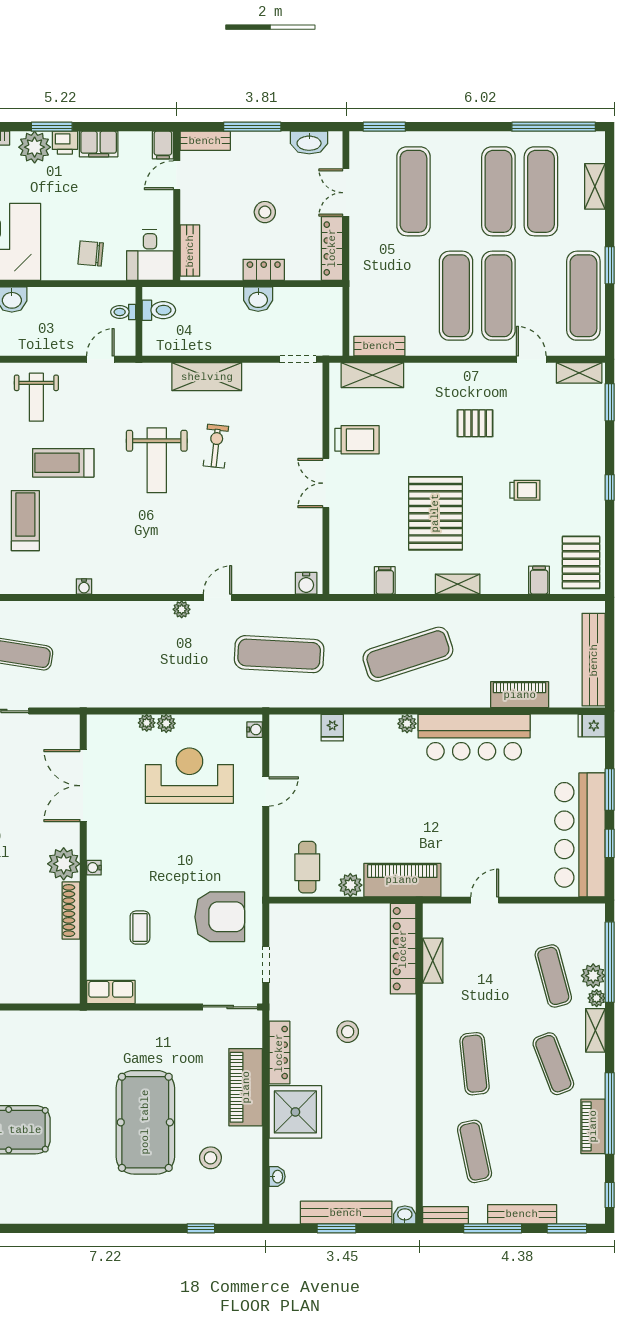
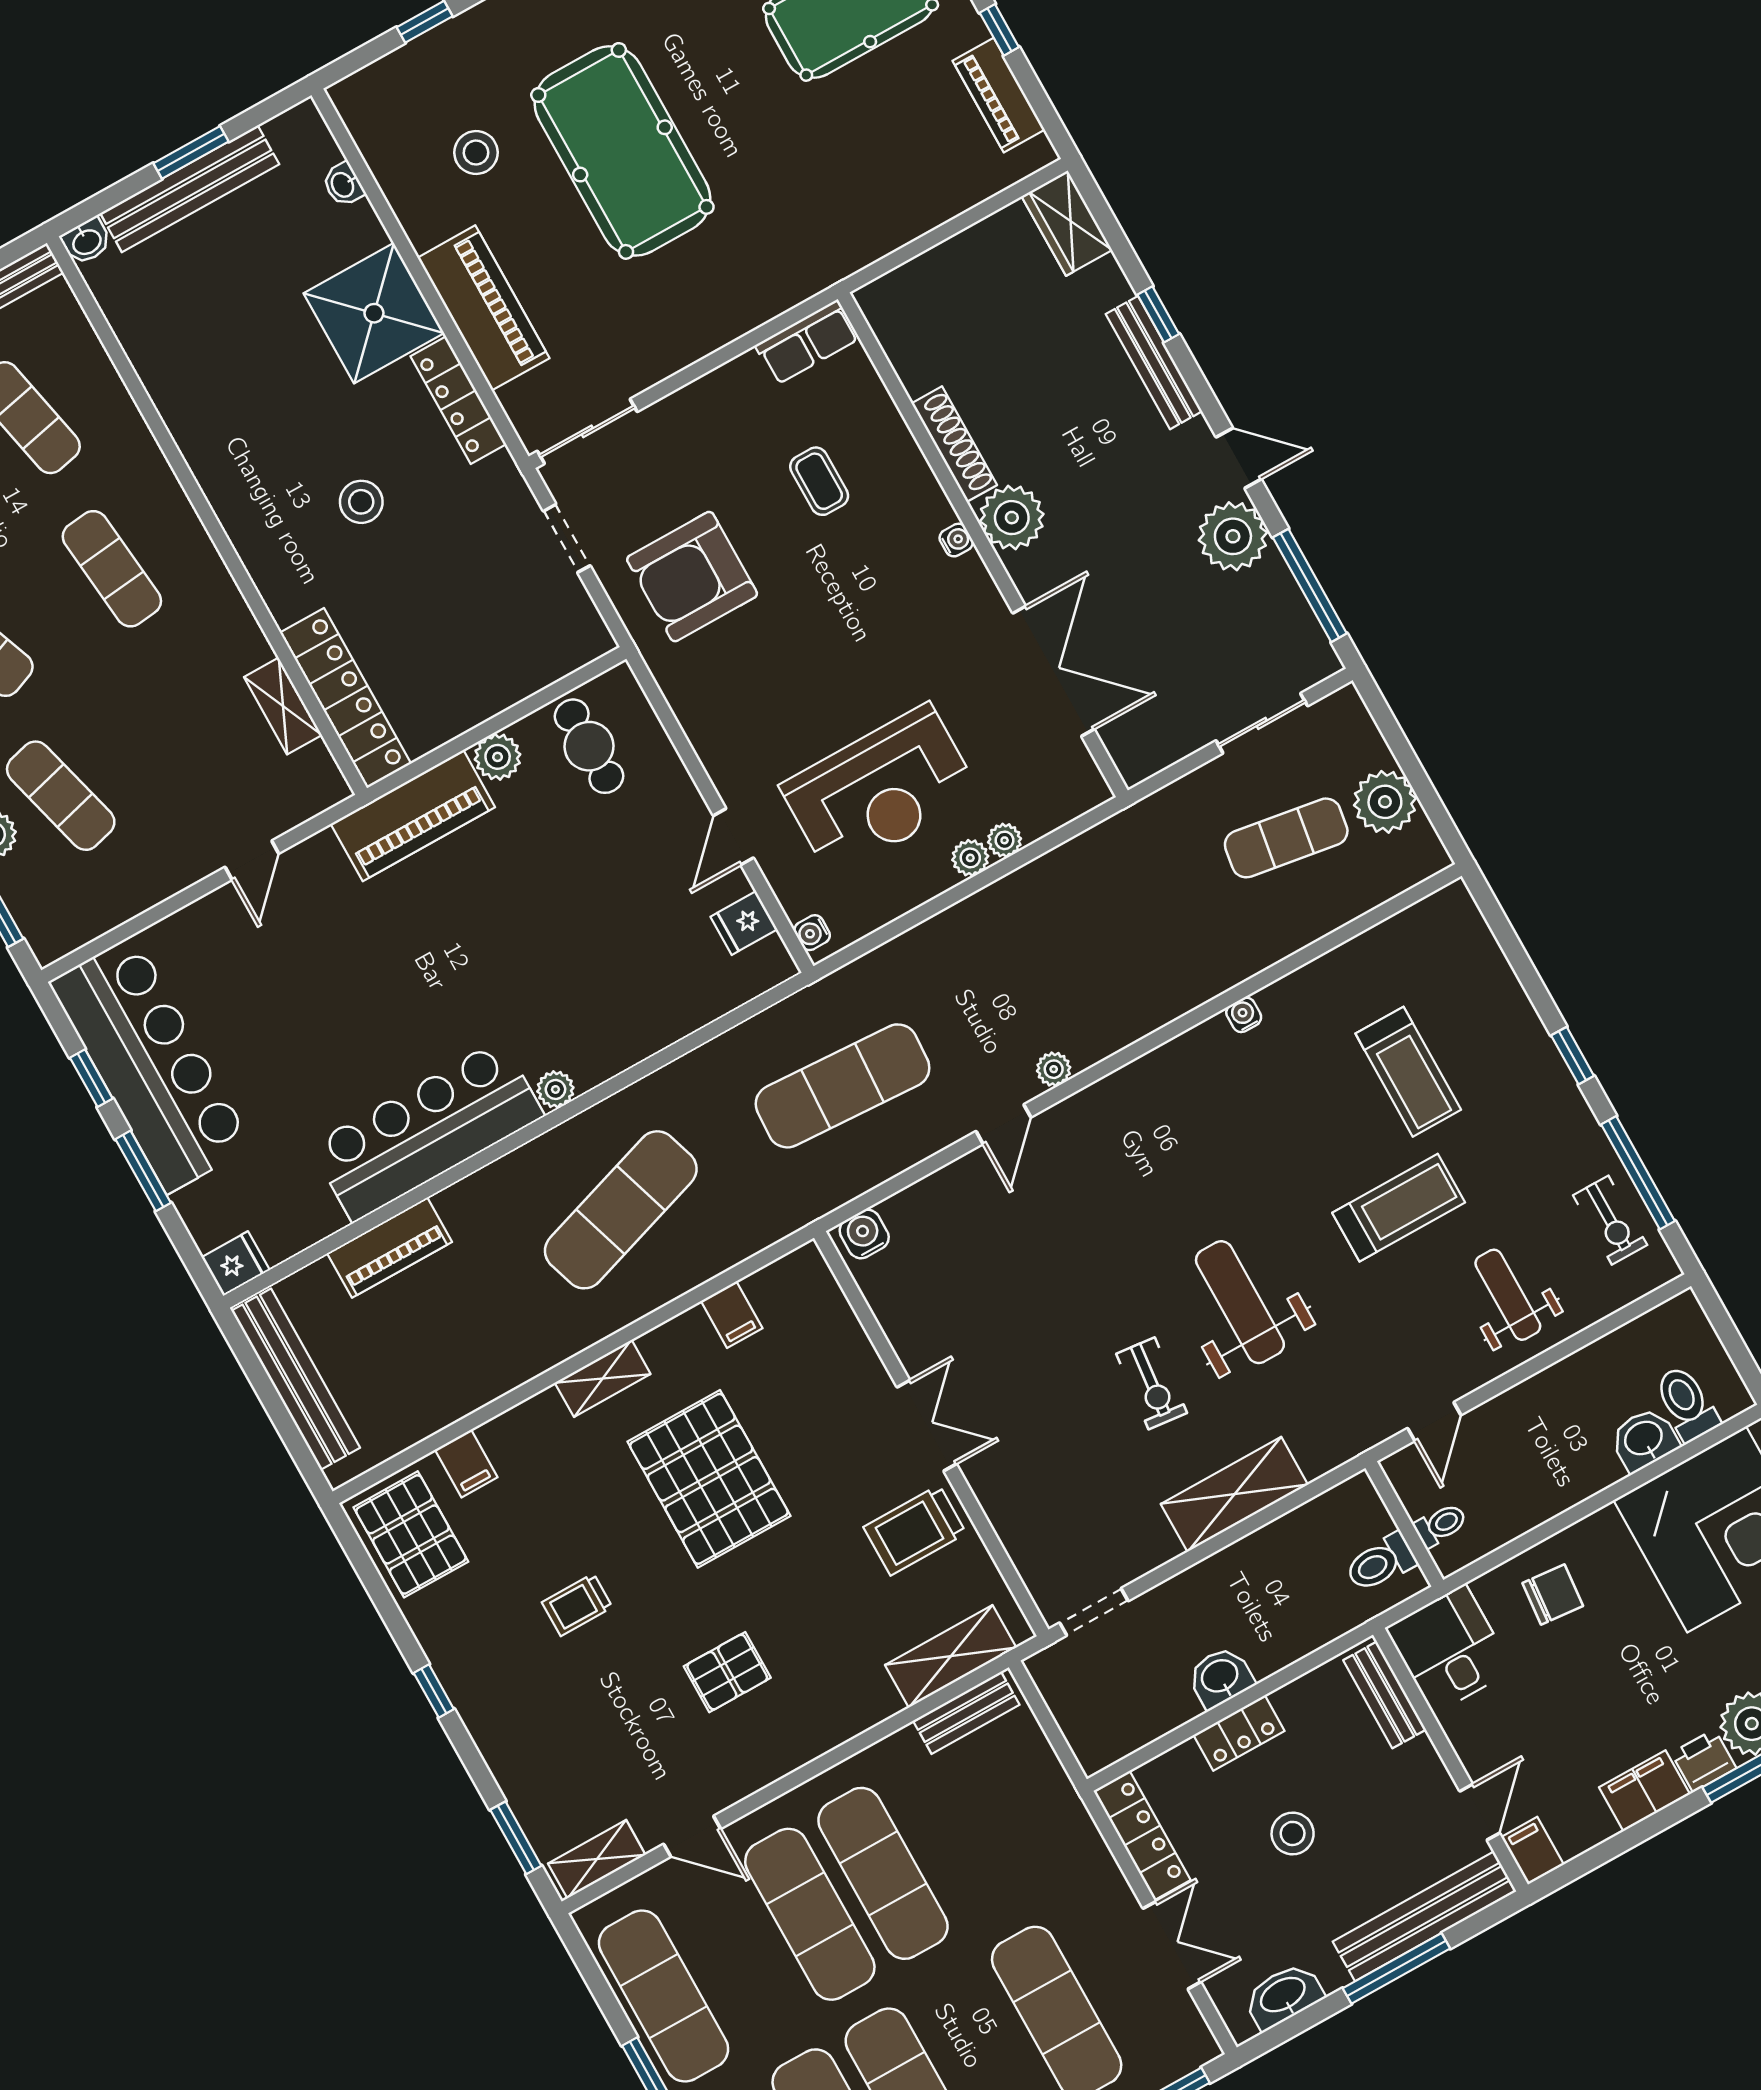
bench: (205, 141) -> (1425, 1916), width x1.86, depth x1.21
fridge: (332, 728) -> (744, 923), moved, turned -90

